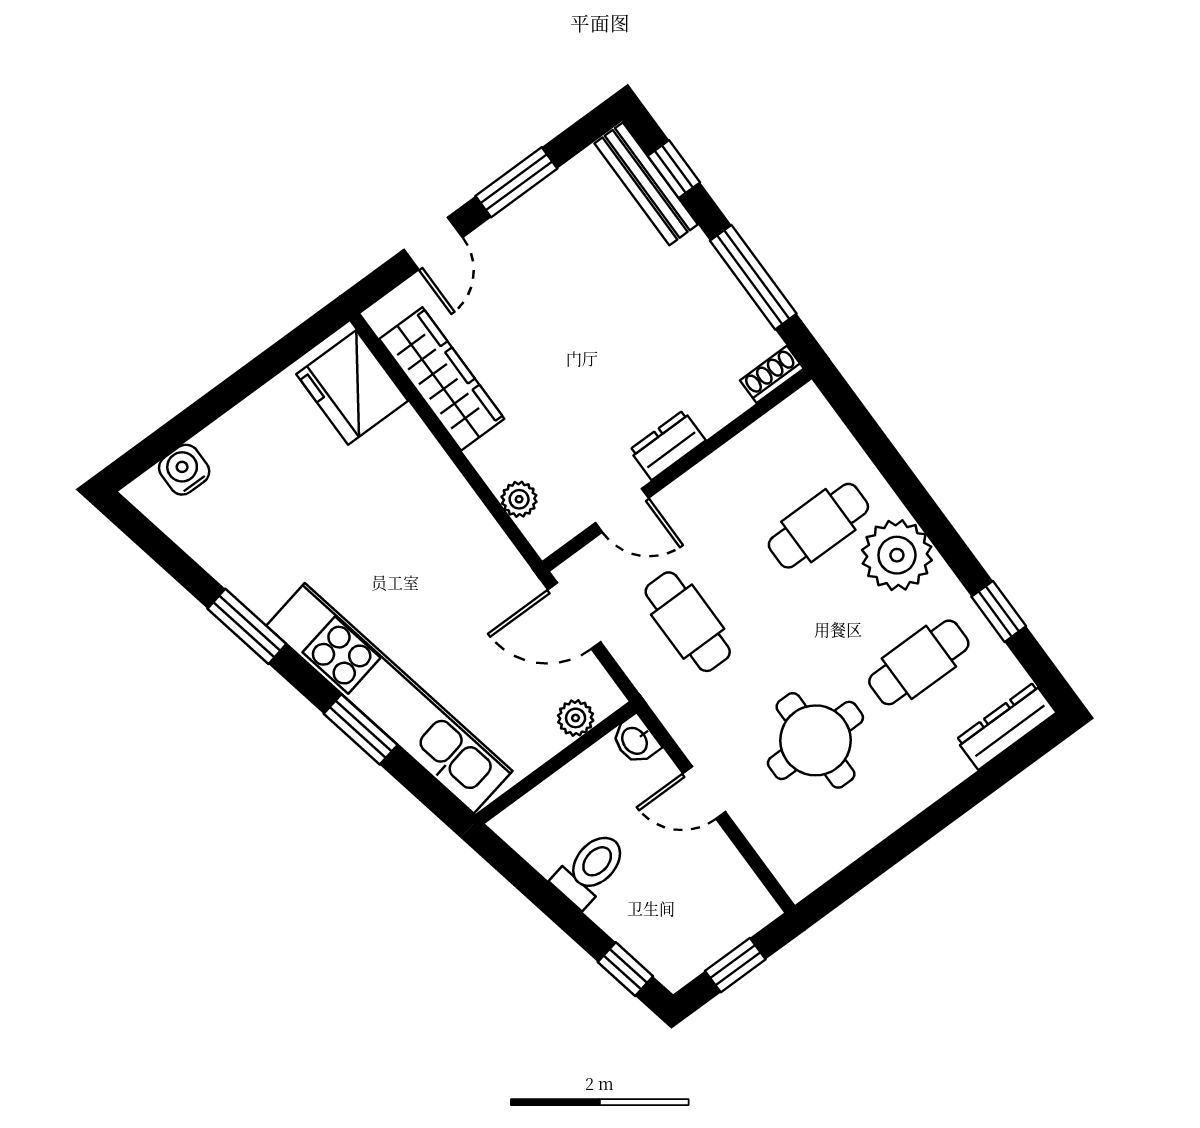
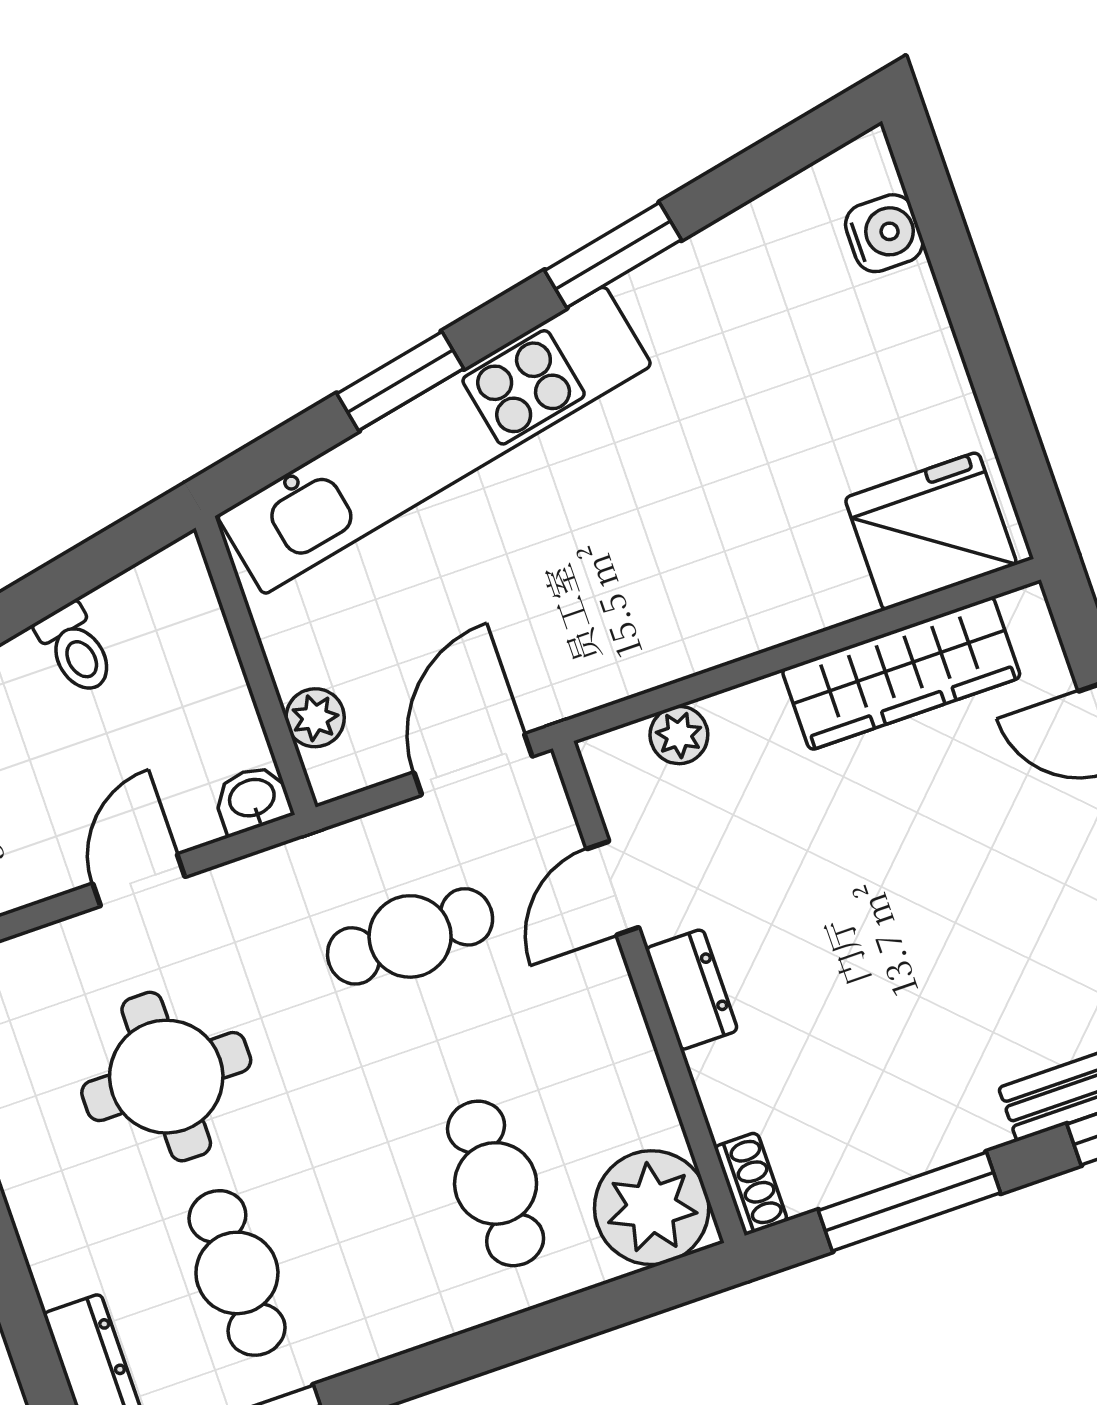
plant: (897, 555) -> (652, 1208), moved
toilet: (590, 869) -> (76, 649), width x0.73, depth x0.72

